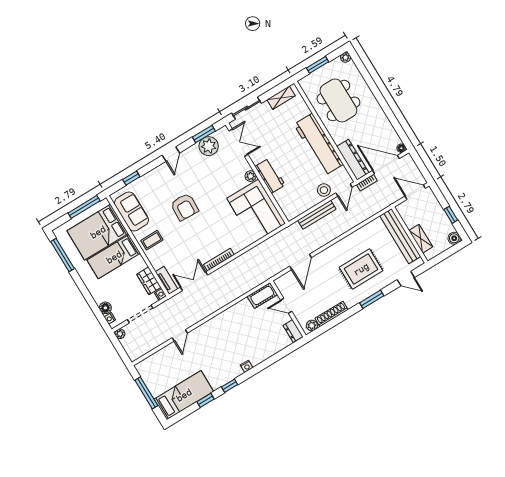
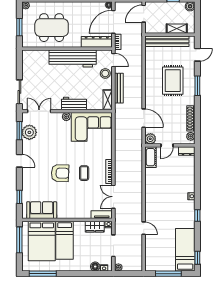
shelving: (281, 98) -> (108, 100), moved
coffee table: (152, 240) -> (84, 173), moved
plant: (282, 283) -> (150, 139), added
window: (206, 400) -> (197, 258), moved

